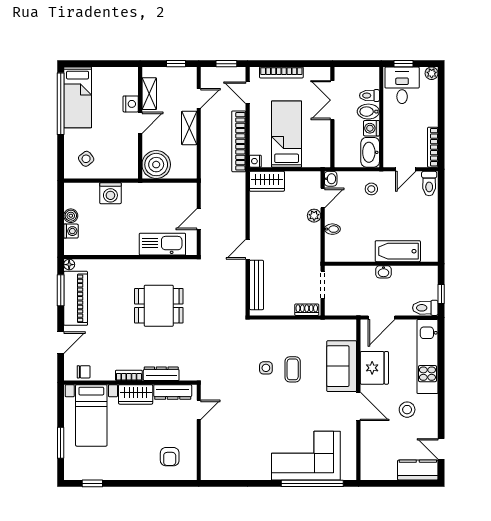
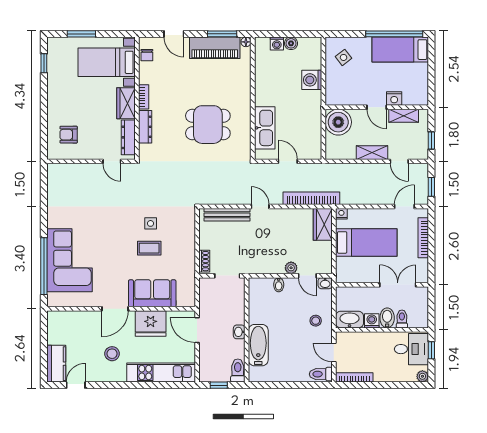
bookcase: (239, 141) -> (311, 198), moved
dining table: (159, 306) -> (208, 125), turned 90
toilet: (425, 308) -> (238, 370), moved

